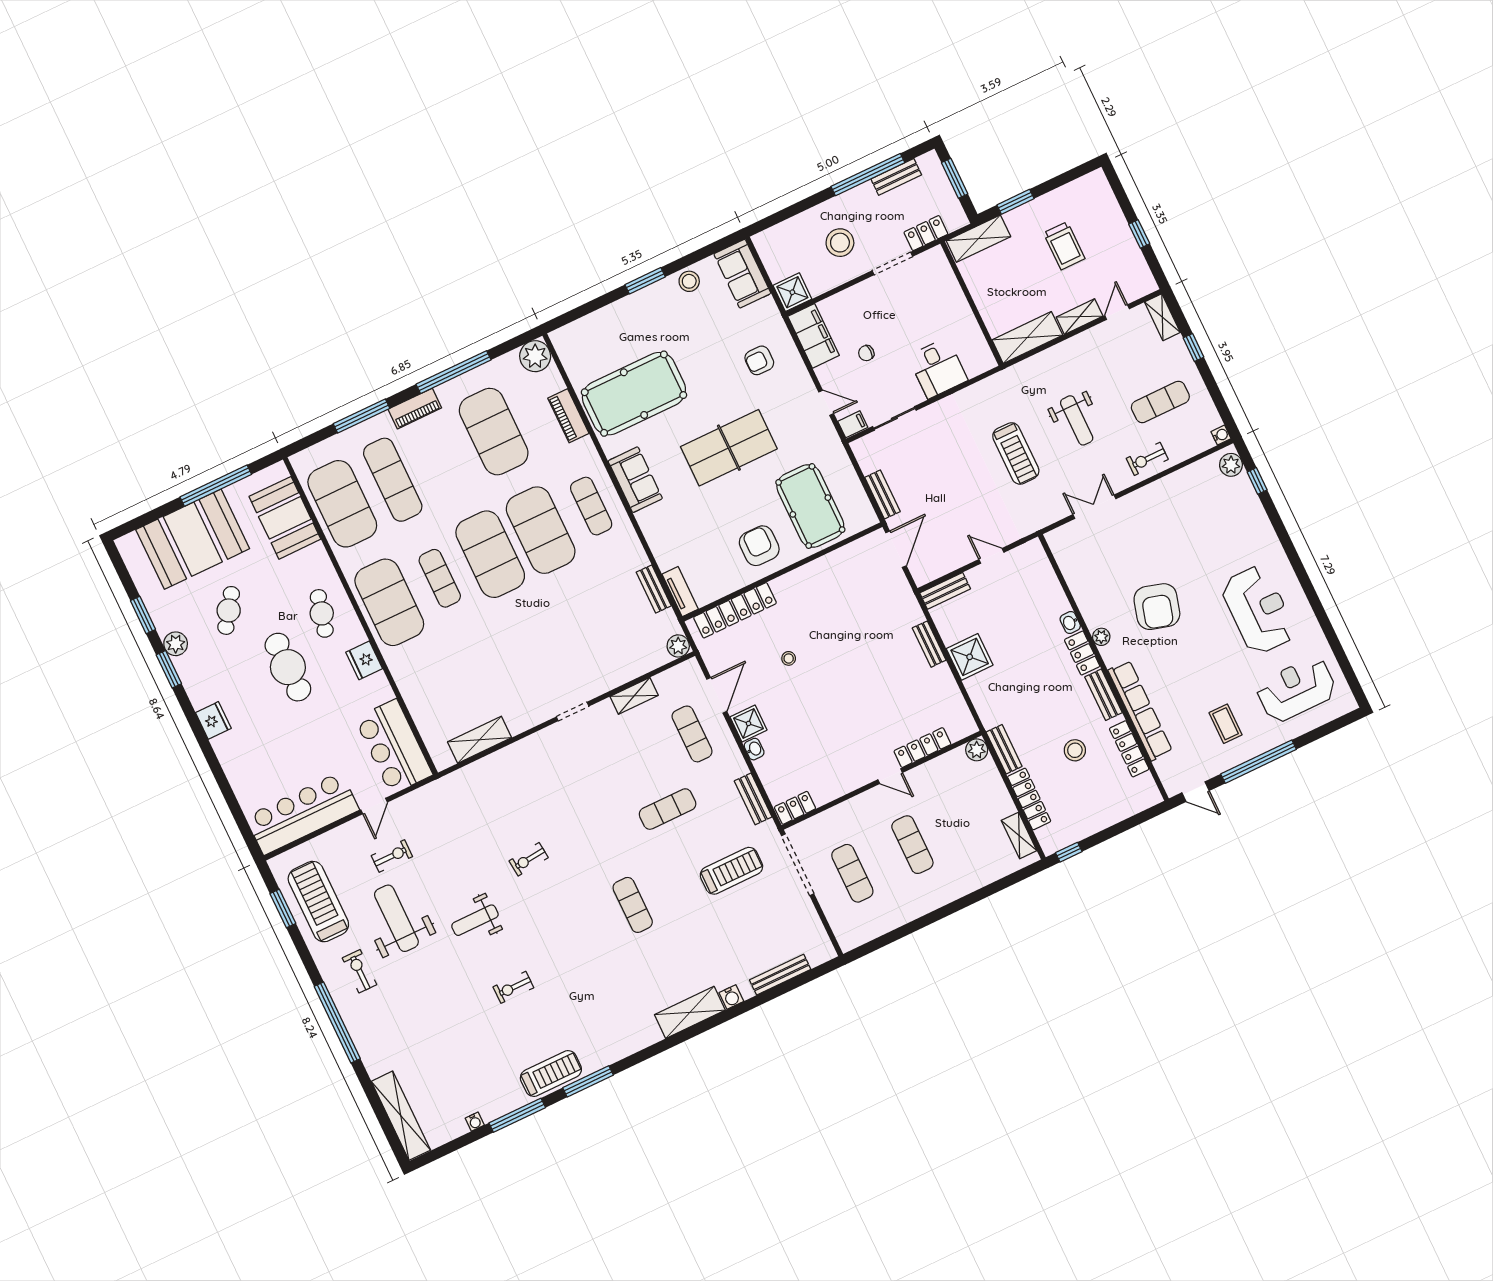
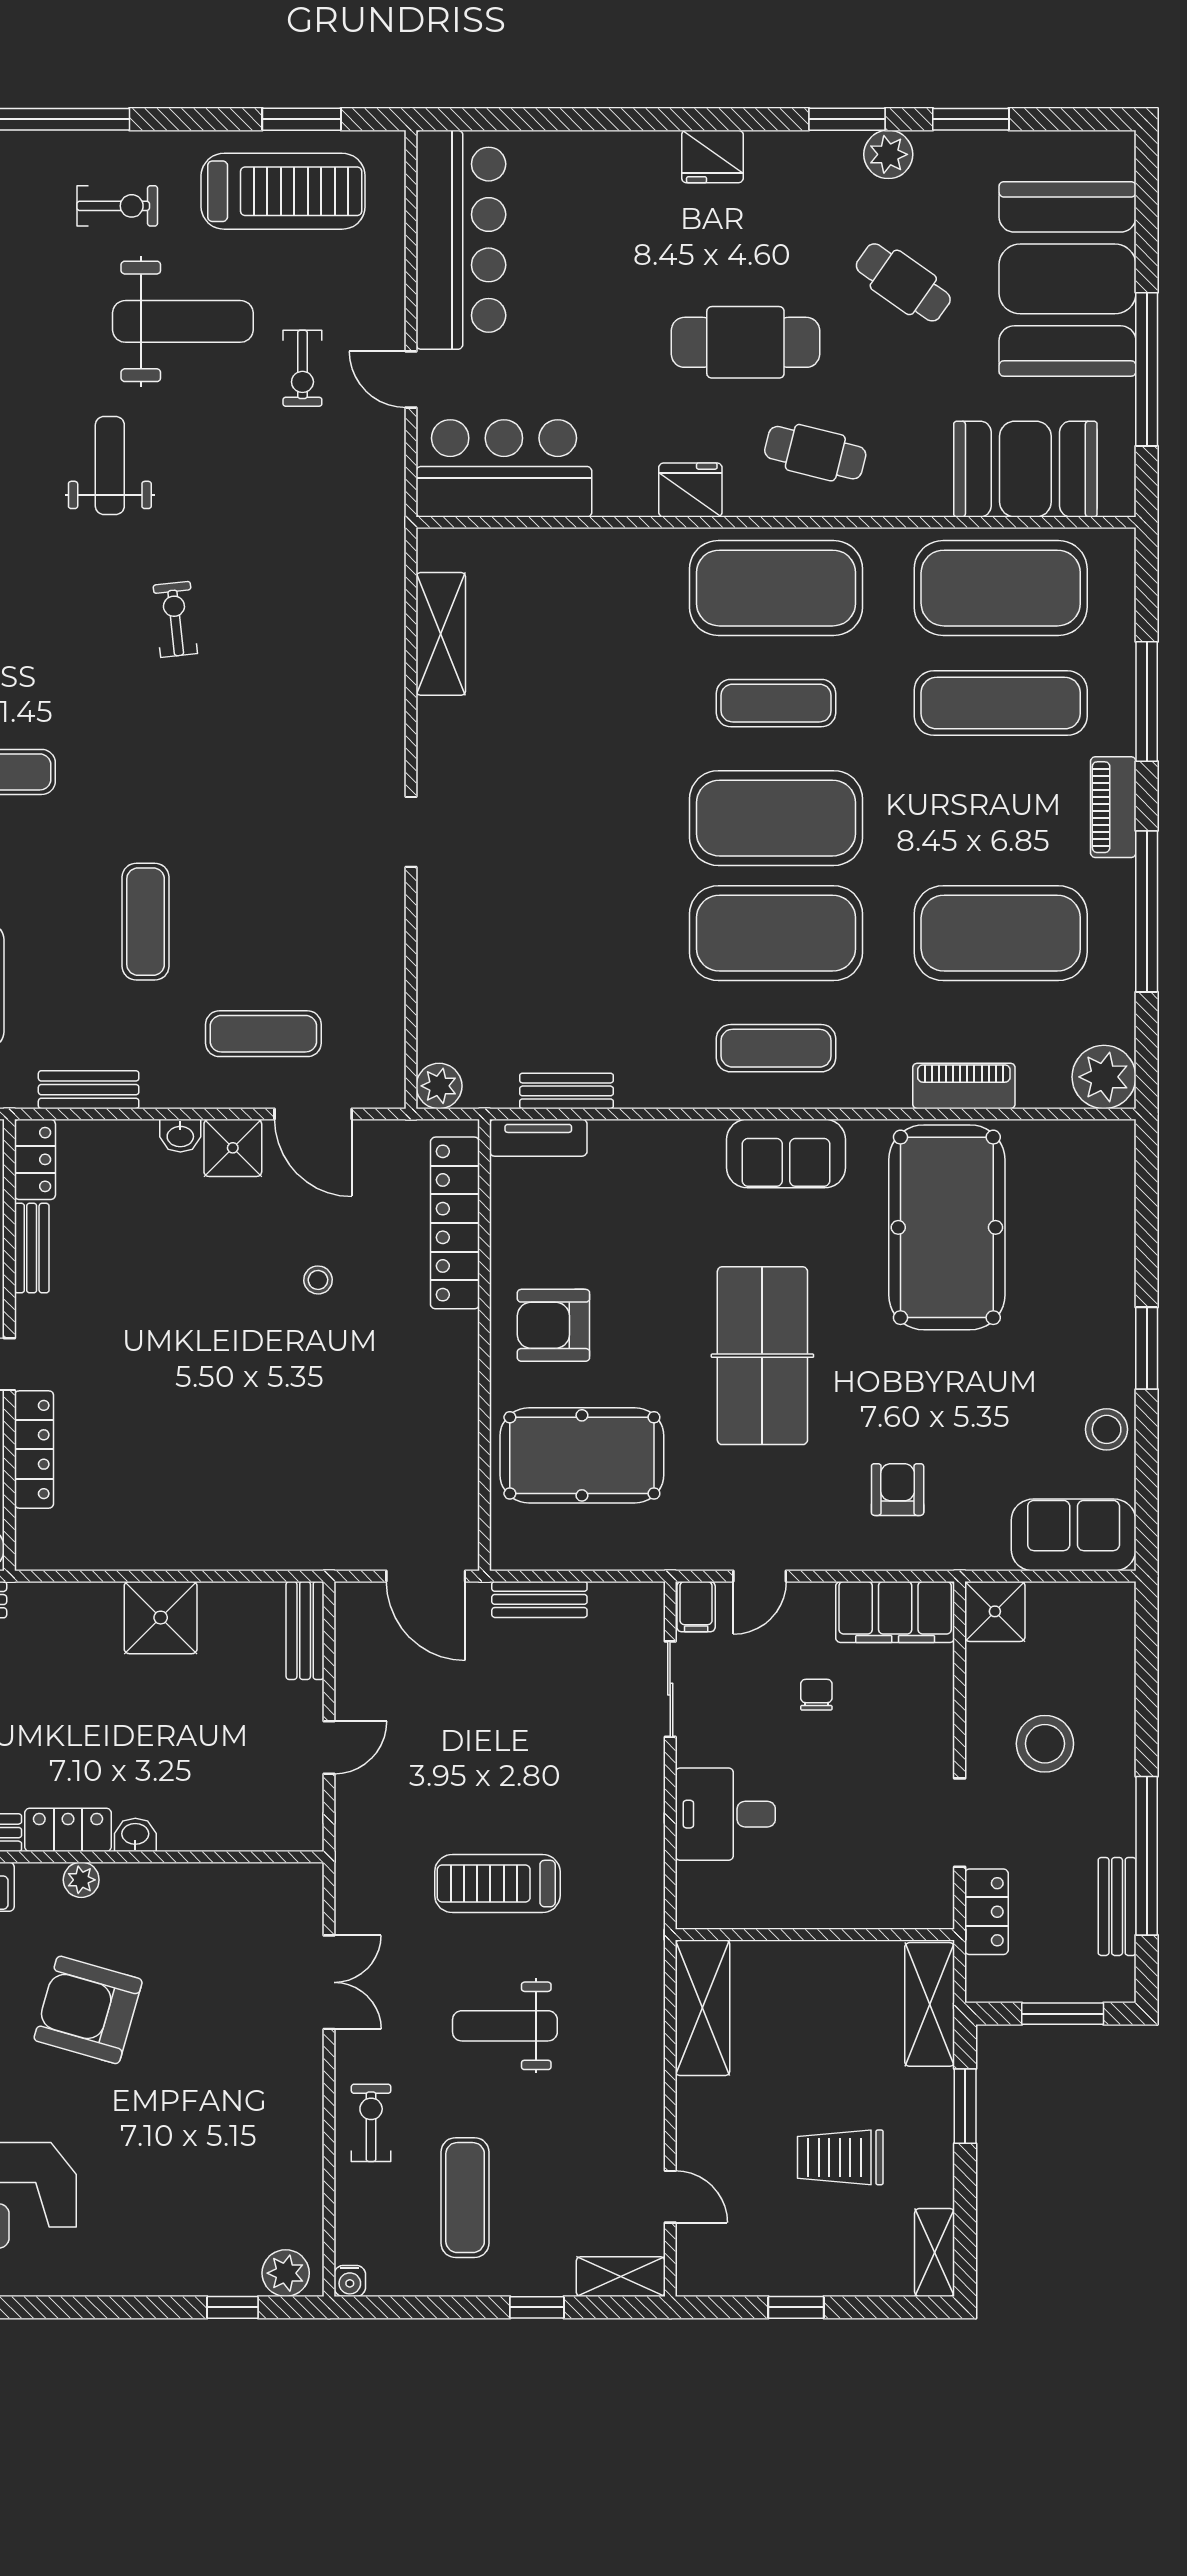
shelving: (1080, 317) -> (935, 2252), moved
armchair: (759, 546) -> (553, 1325), turned 180
bench: (929, 644) -> (32, 1248), moved, turned 90
shelving: (634, 696) -> (385, 960), removed

